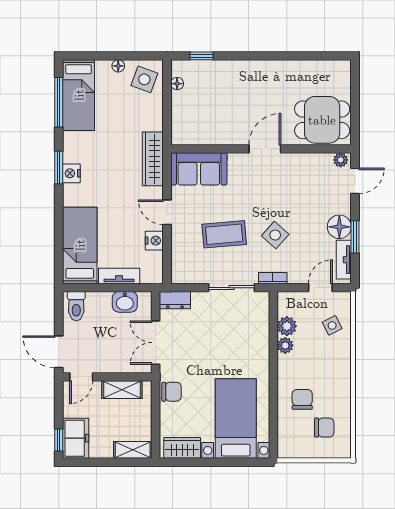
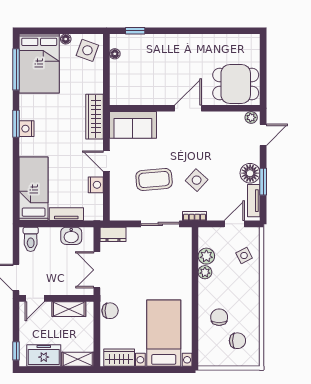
bed: (79, 95) -> (39, 63), width x1.50
freezer: (76, 438) -> (44, 356), moved, turned -90

